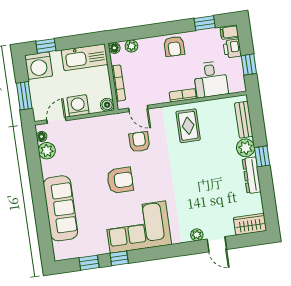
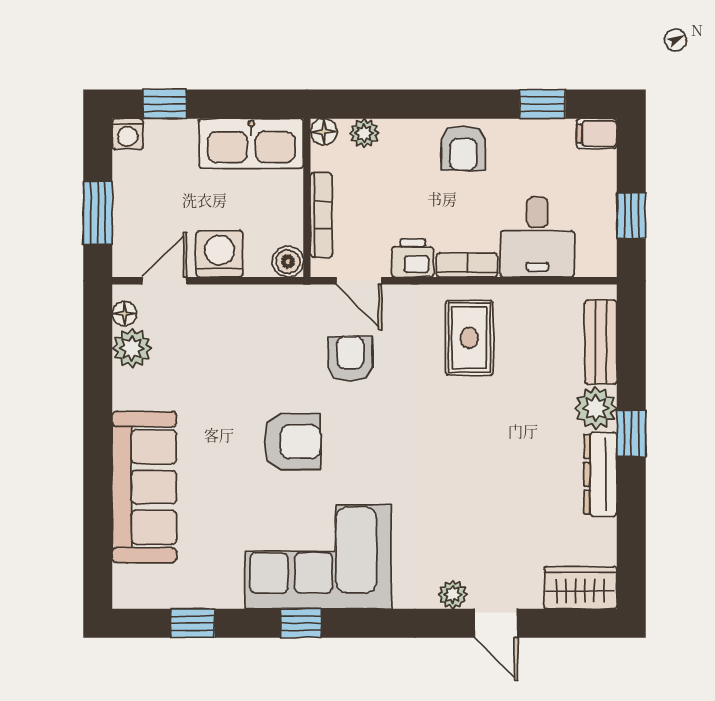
printer: (232, 48) -> (413, 258), moved, turned 90
washing machine: (39, 66) -> (128, 134), width x0.53, depth x0.53
window: (119, 258) -> (301, 623), moved

